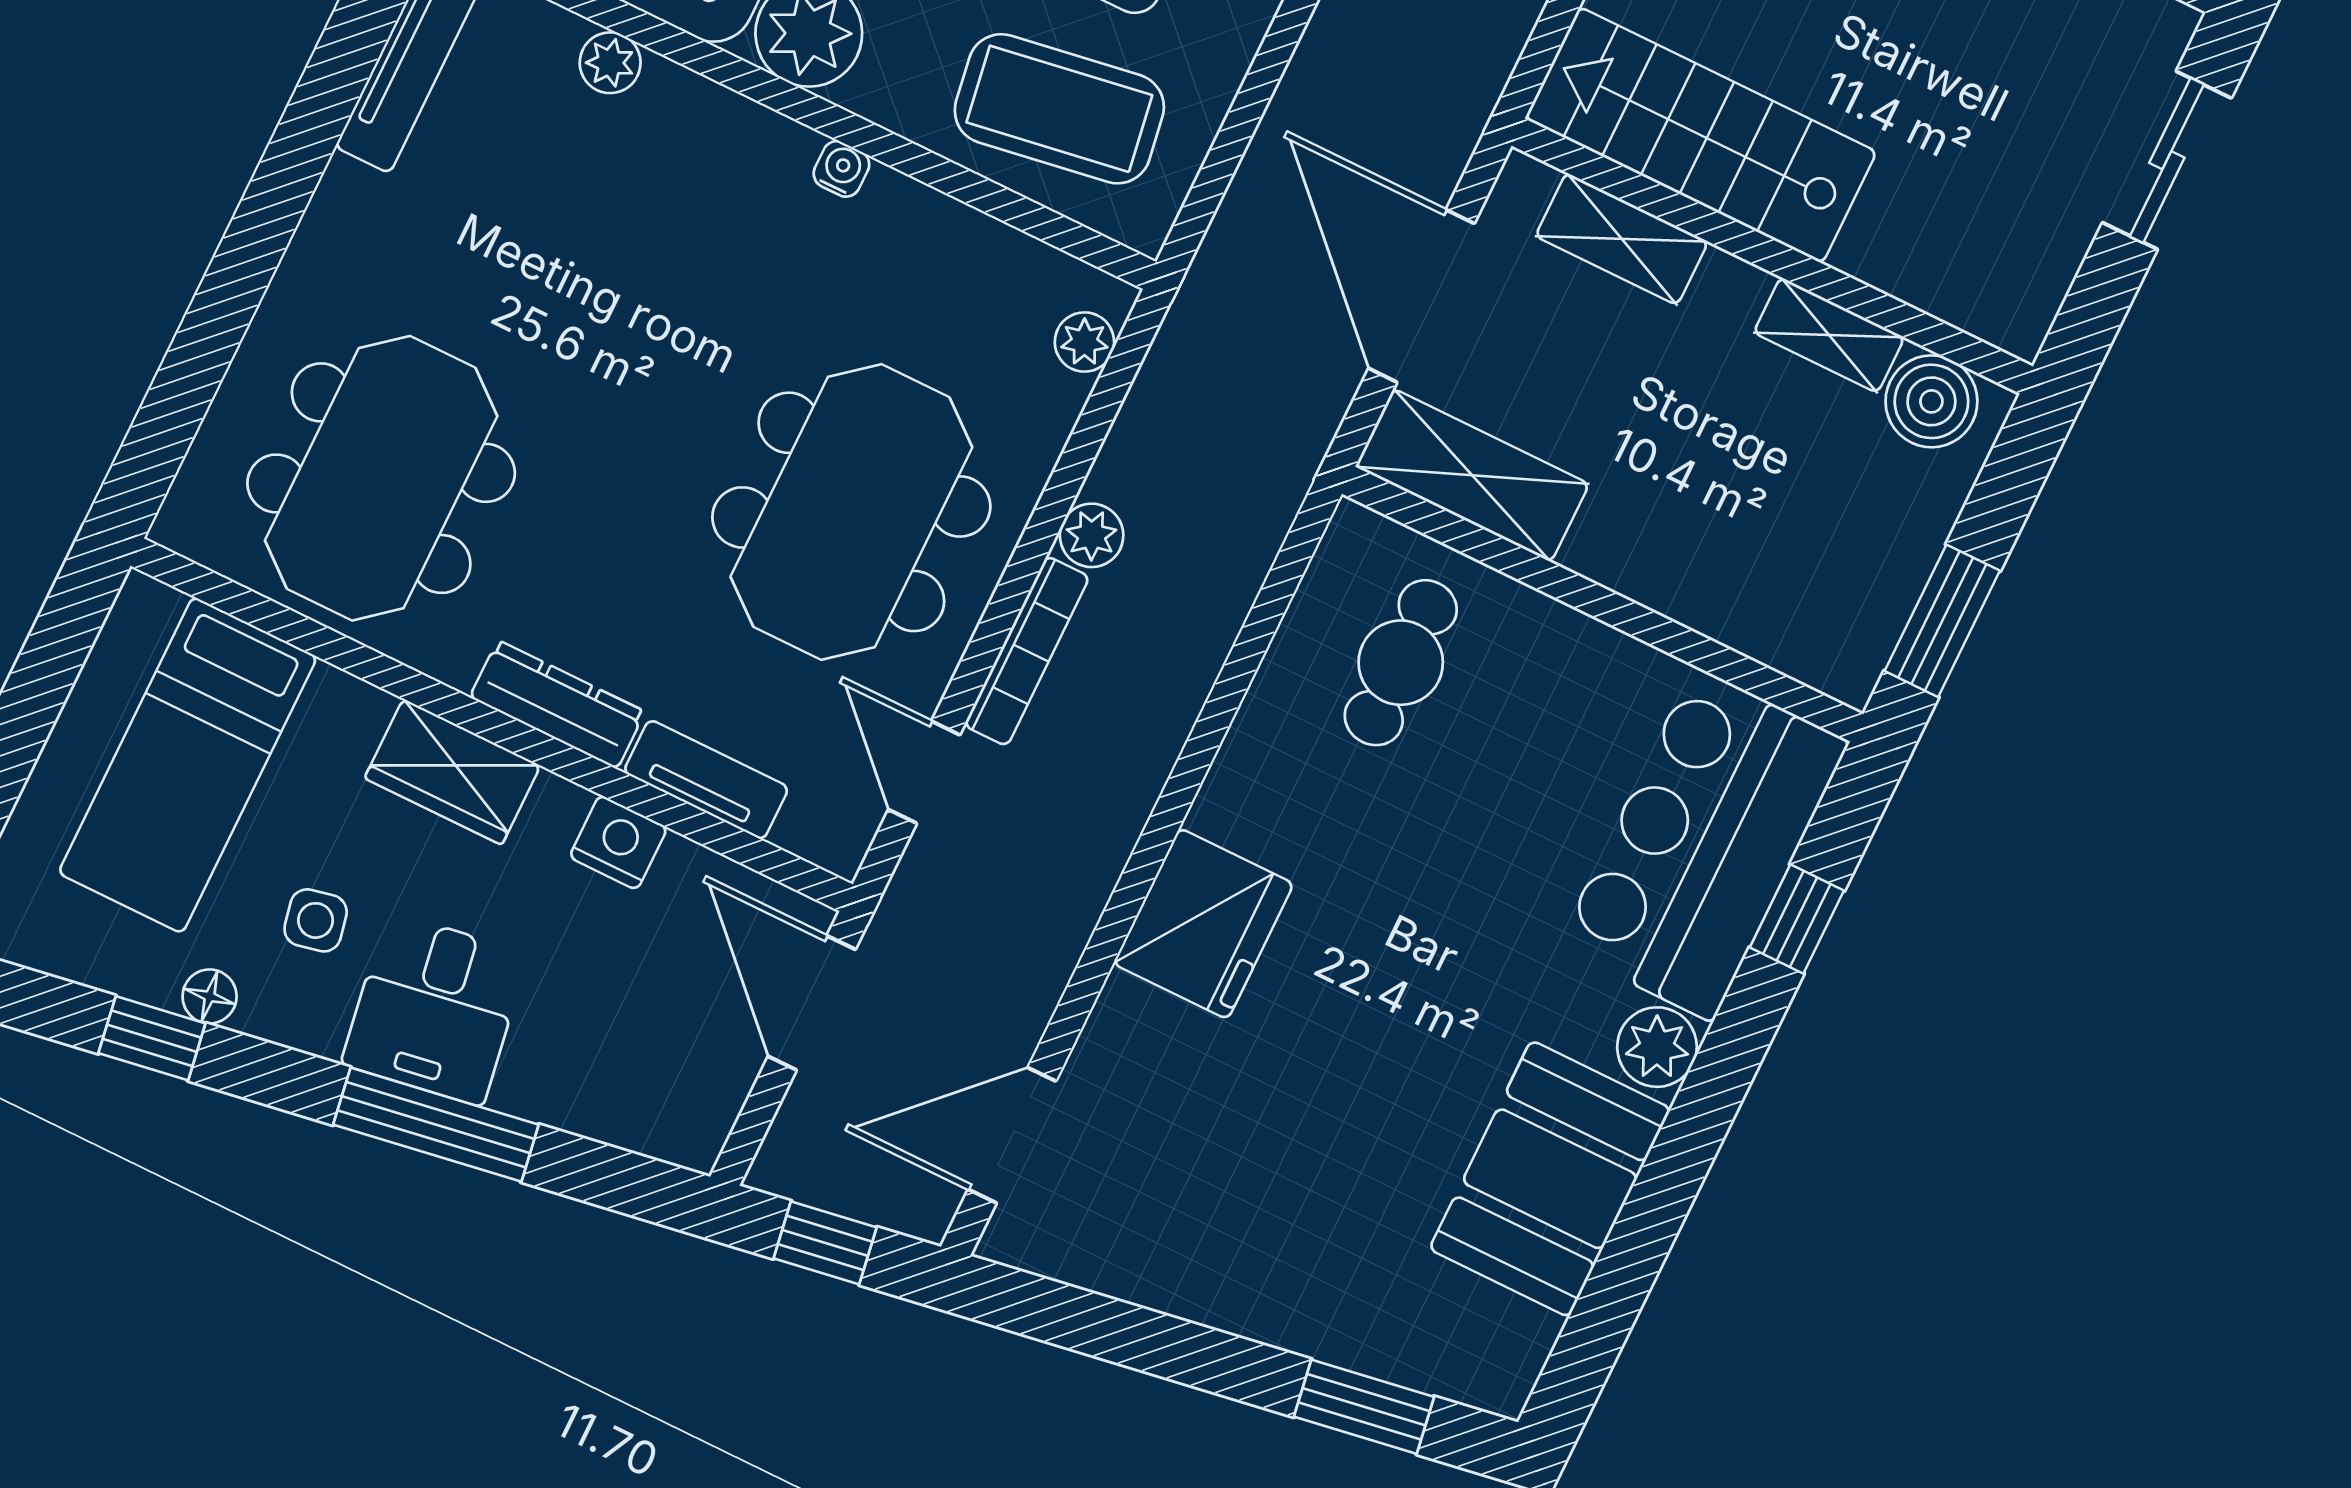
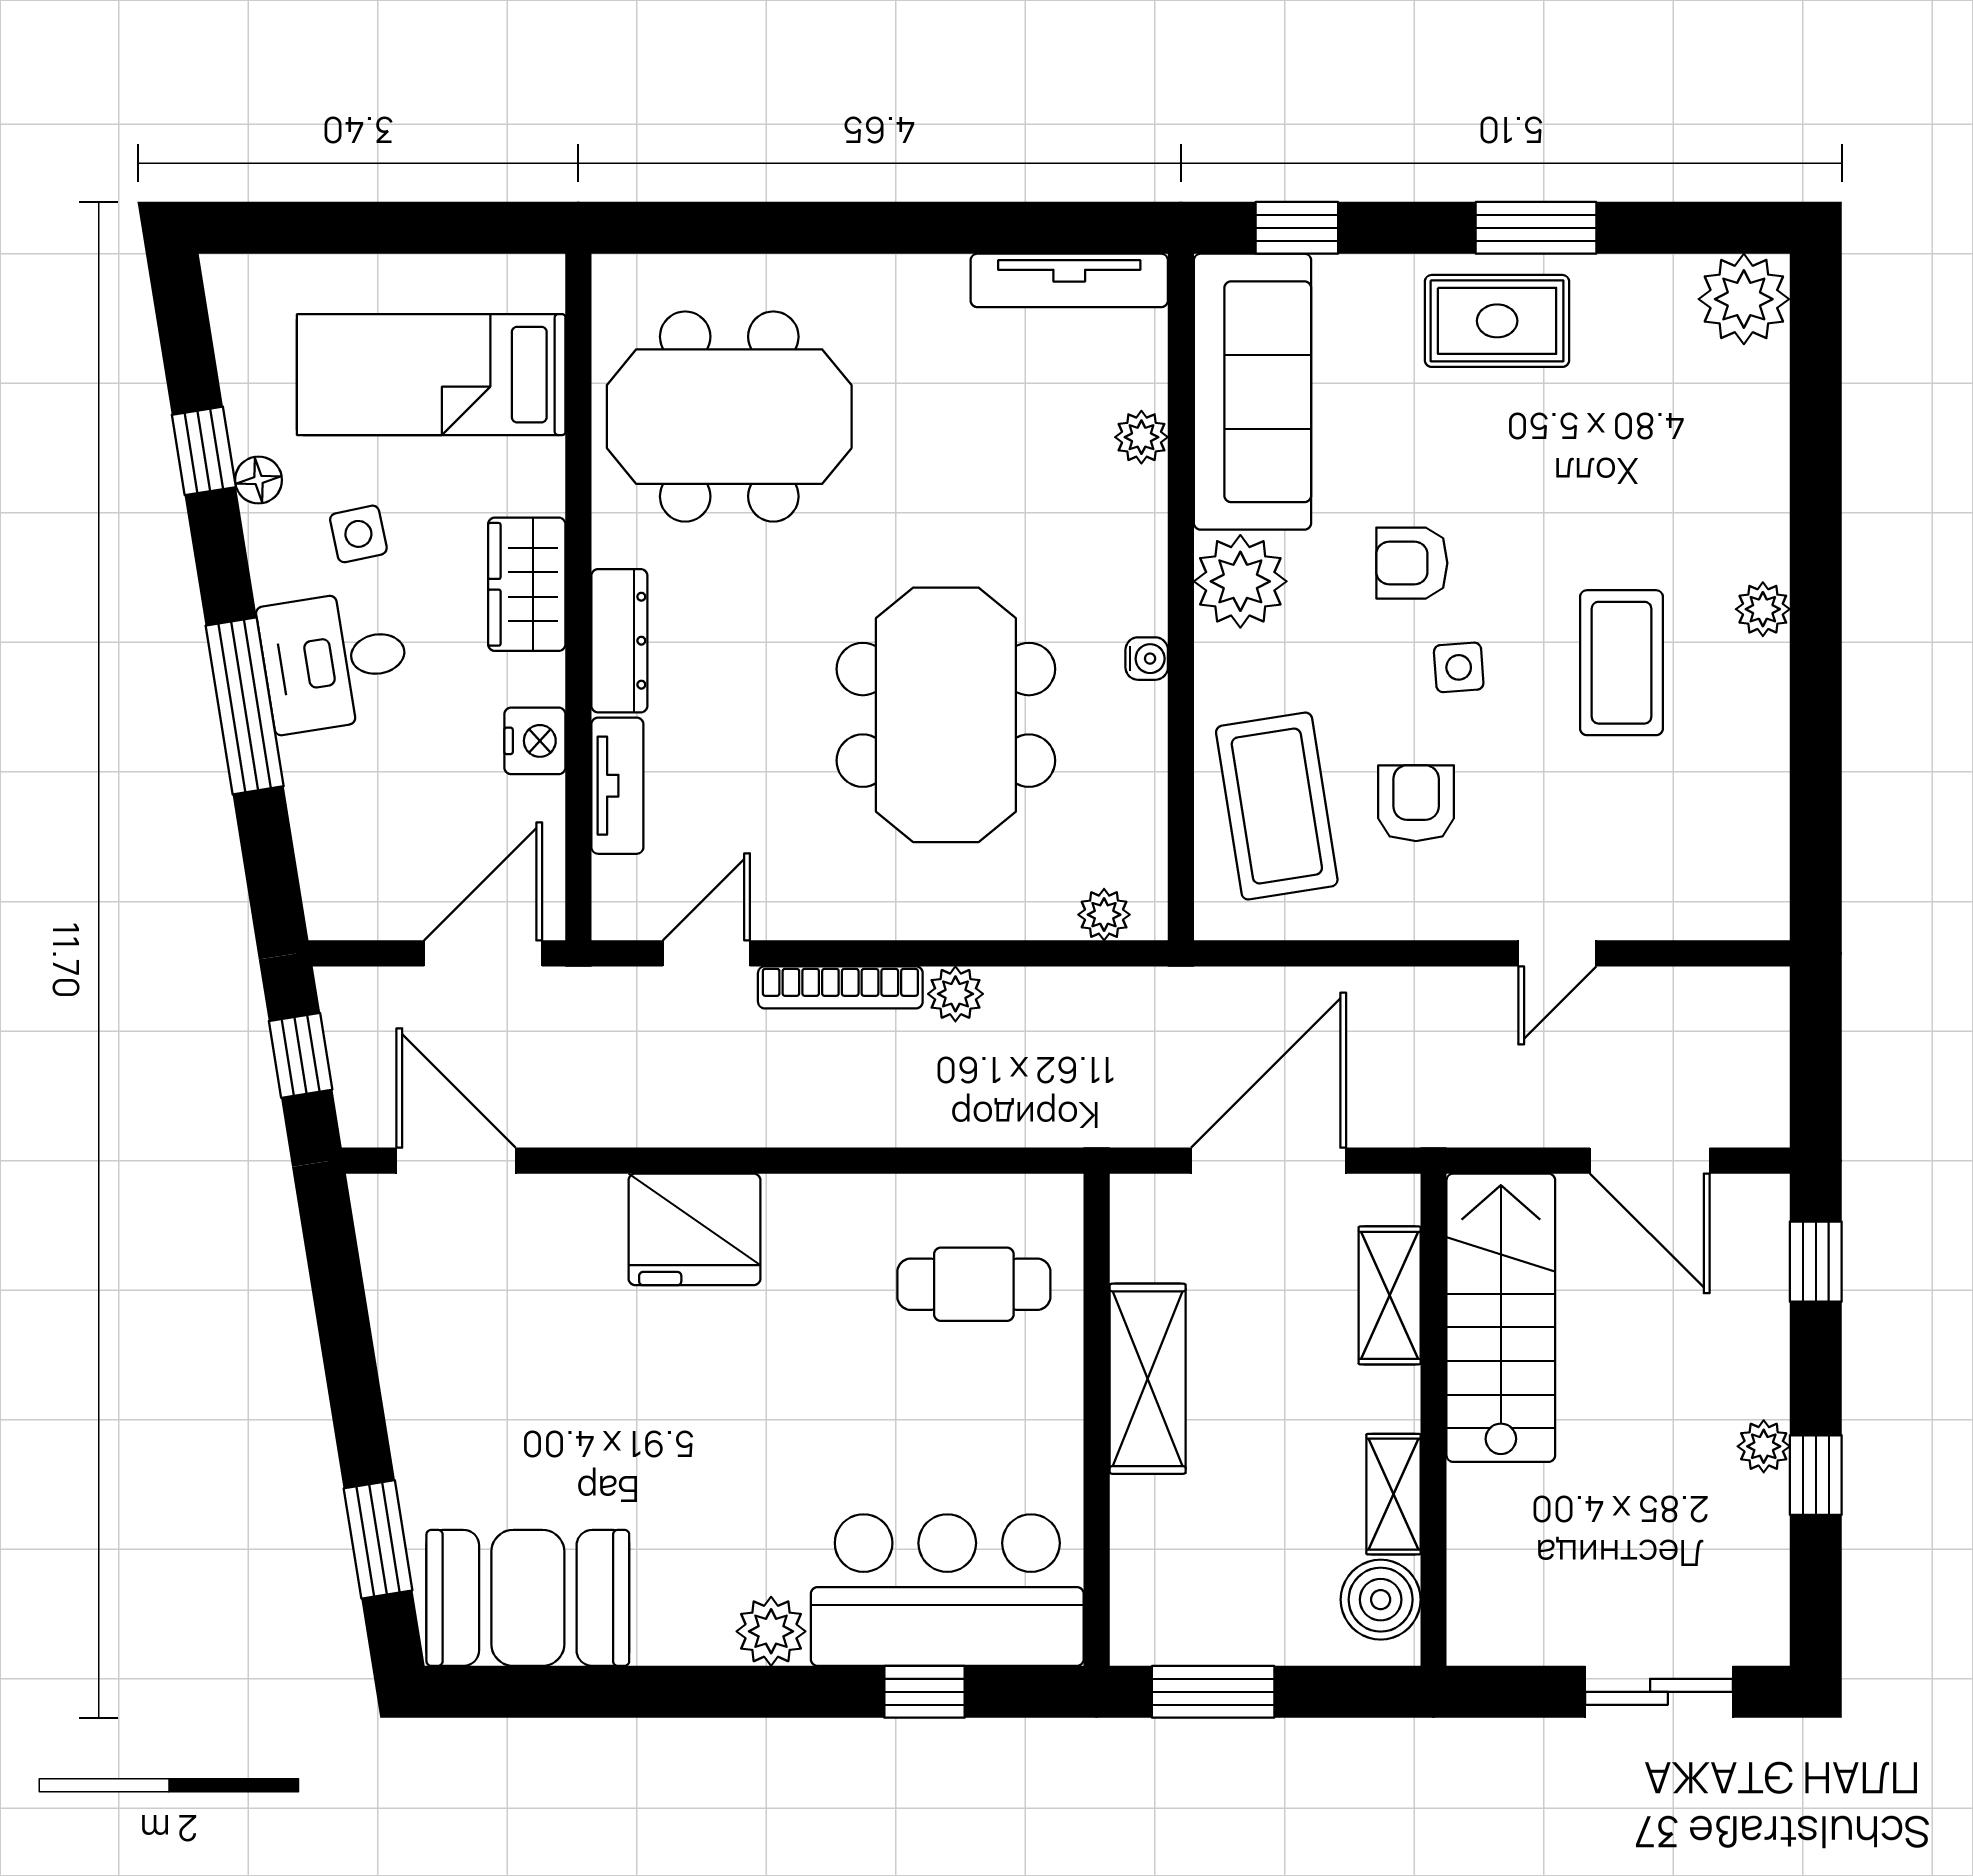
shelving: (1472, 475) -> (1148, 1379), moved
meeting table: (851, 512) -> (946, 715), moved, turned 90
booth: (1550, 1179) -> (528, 1598), moved

